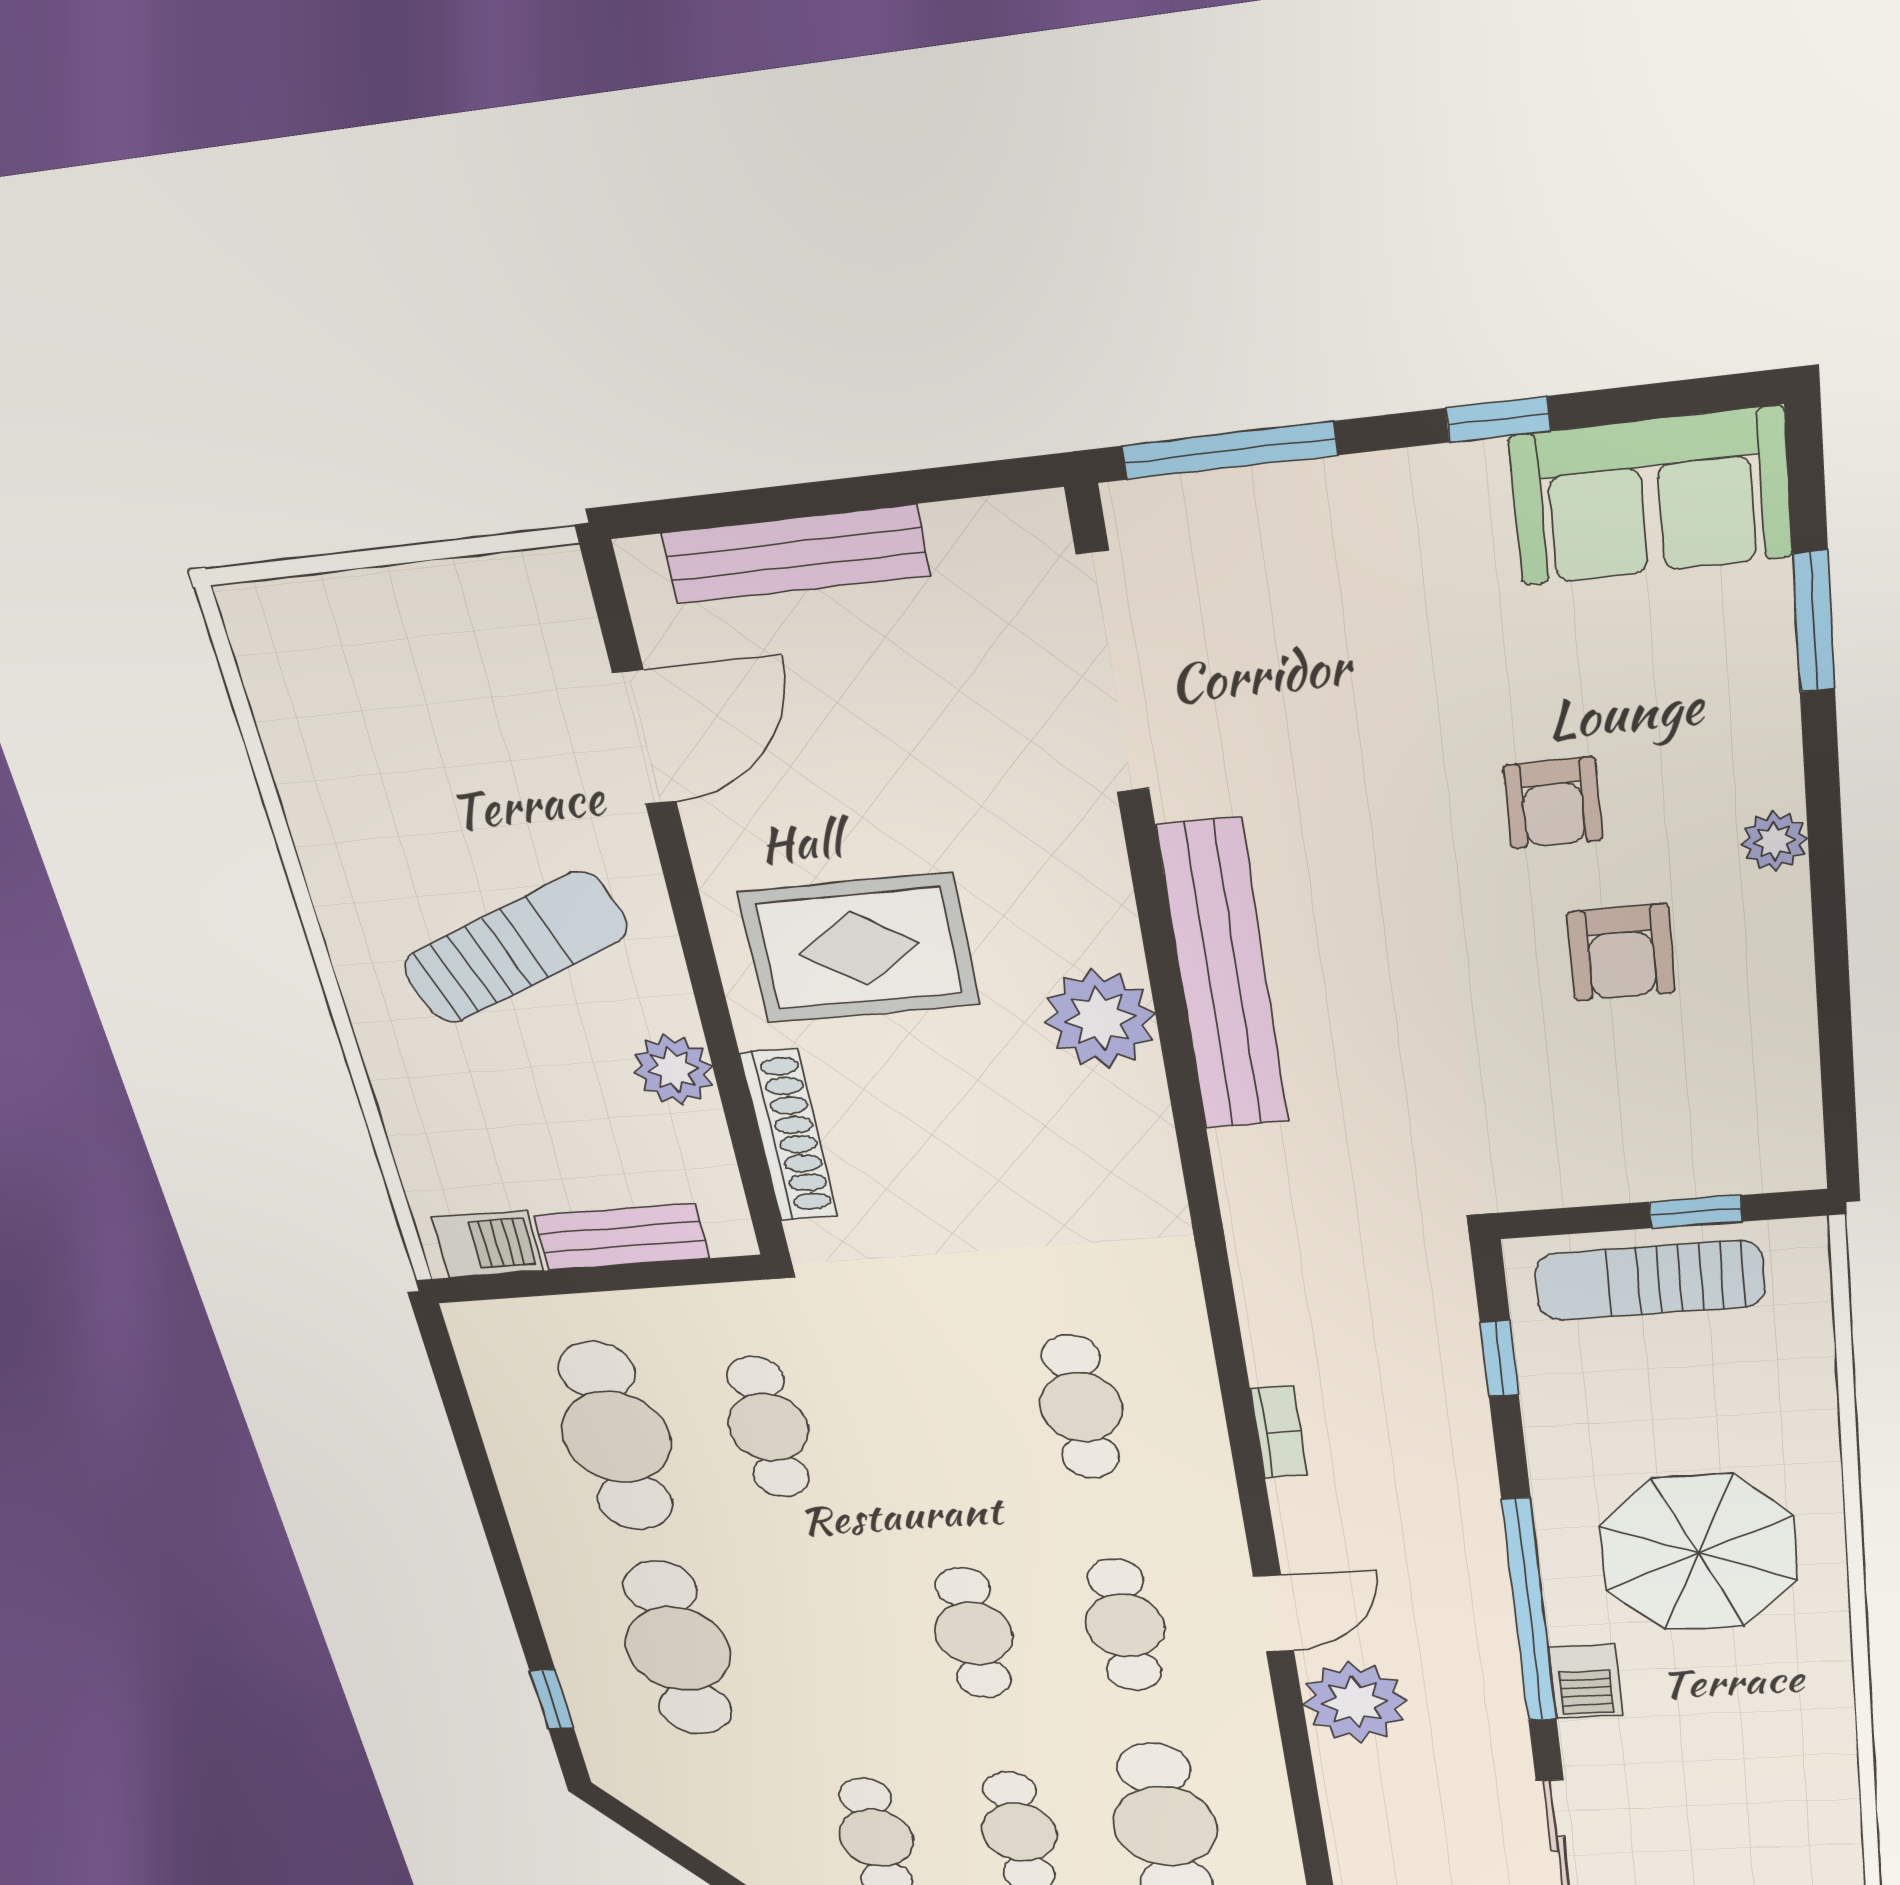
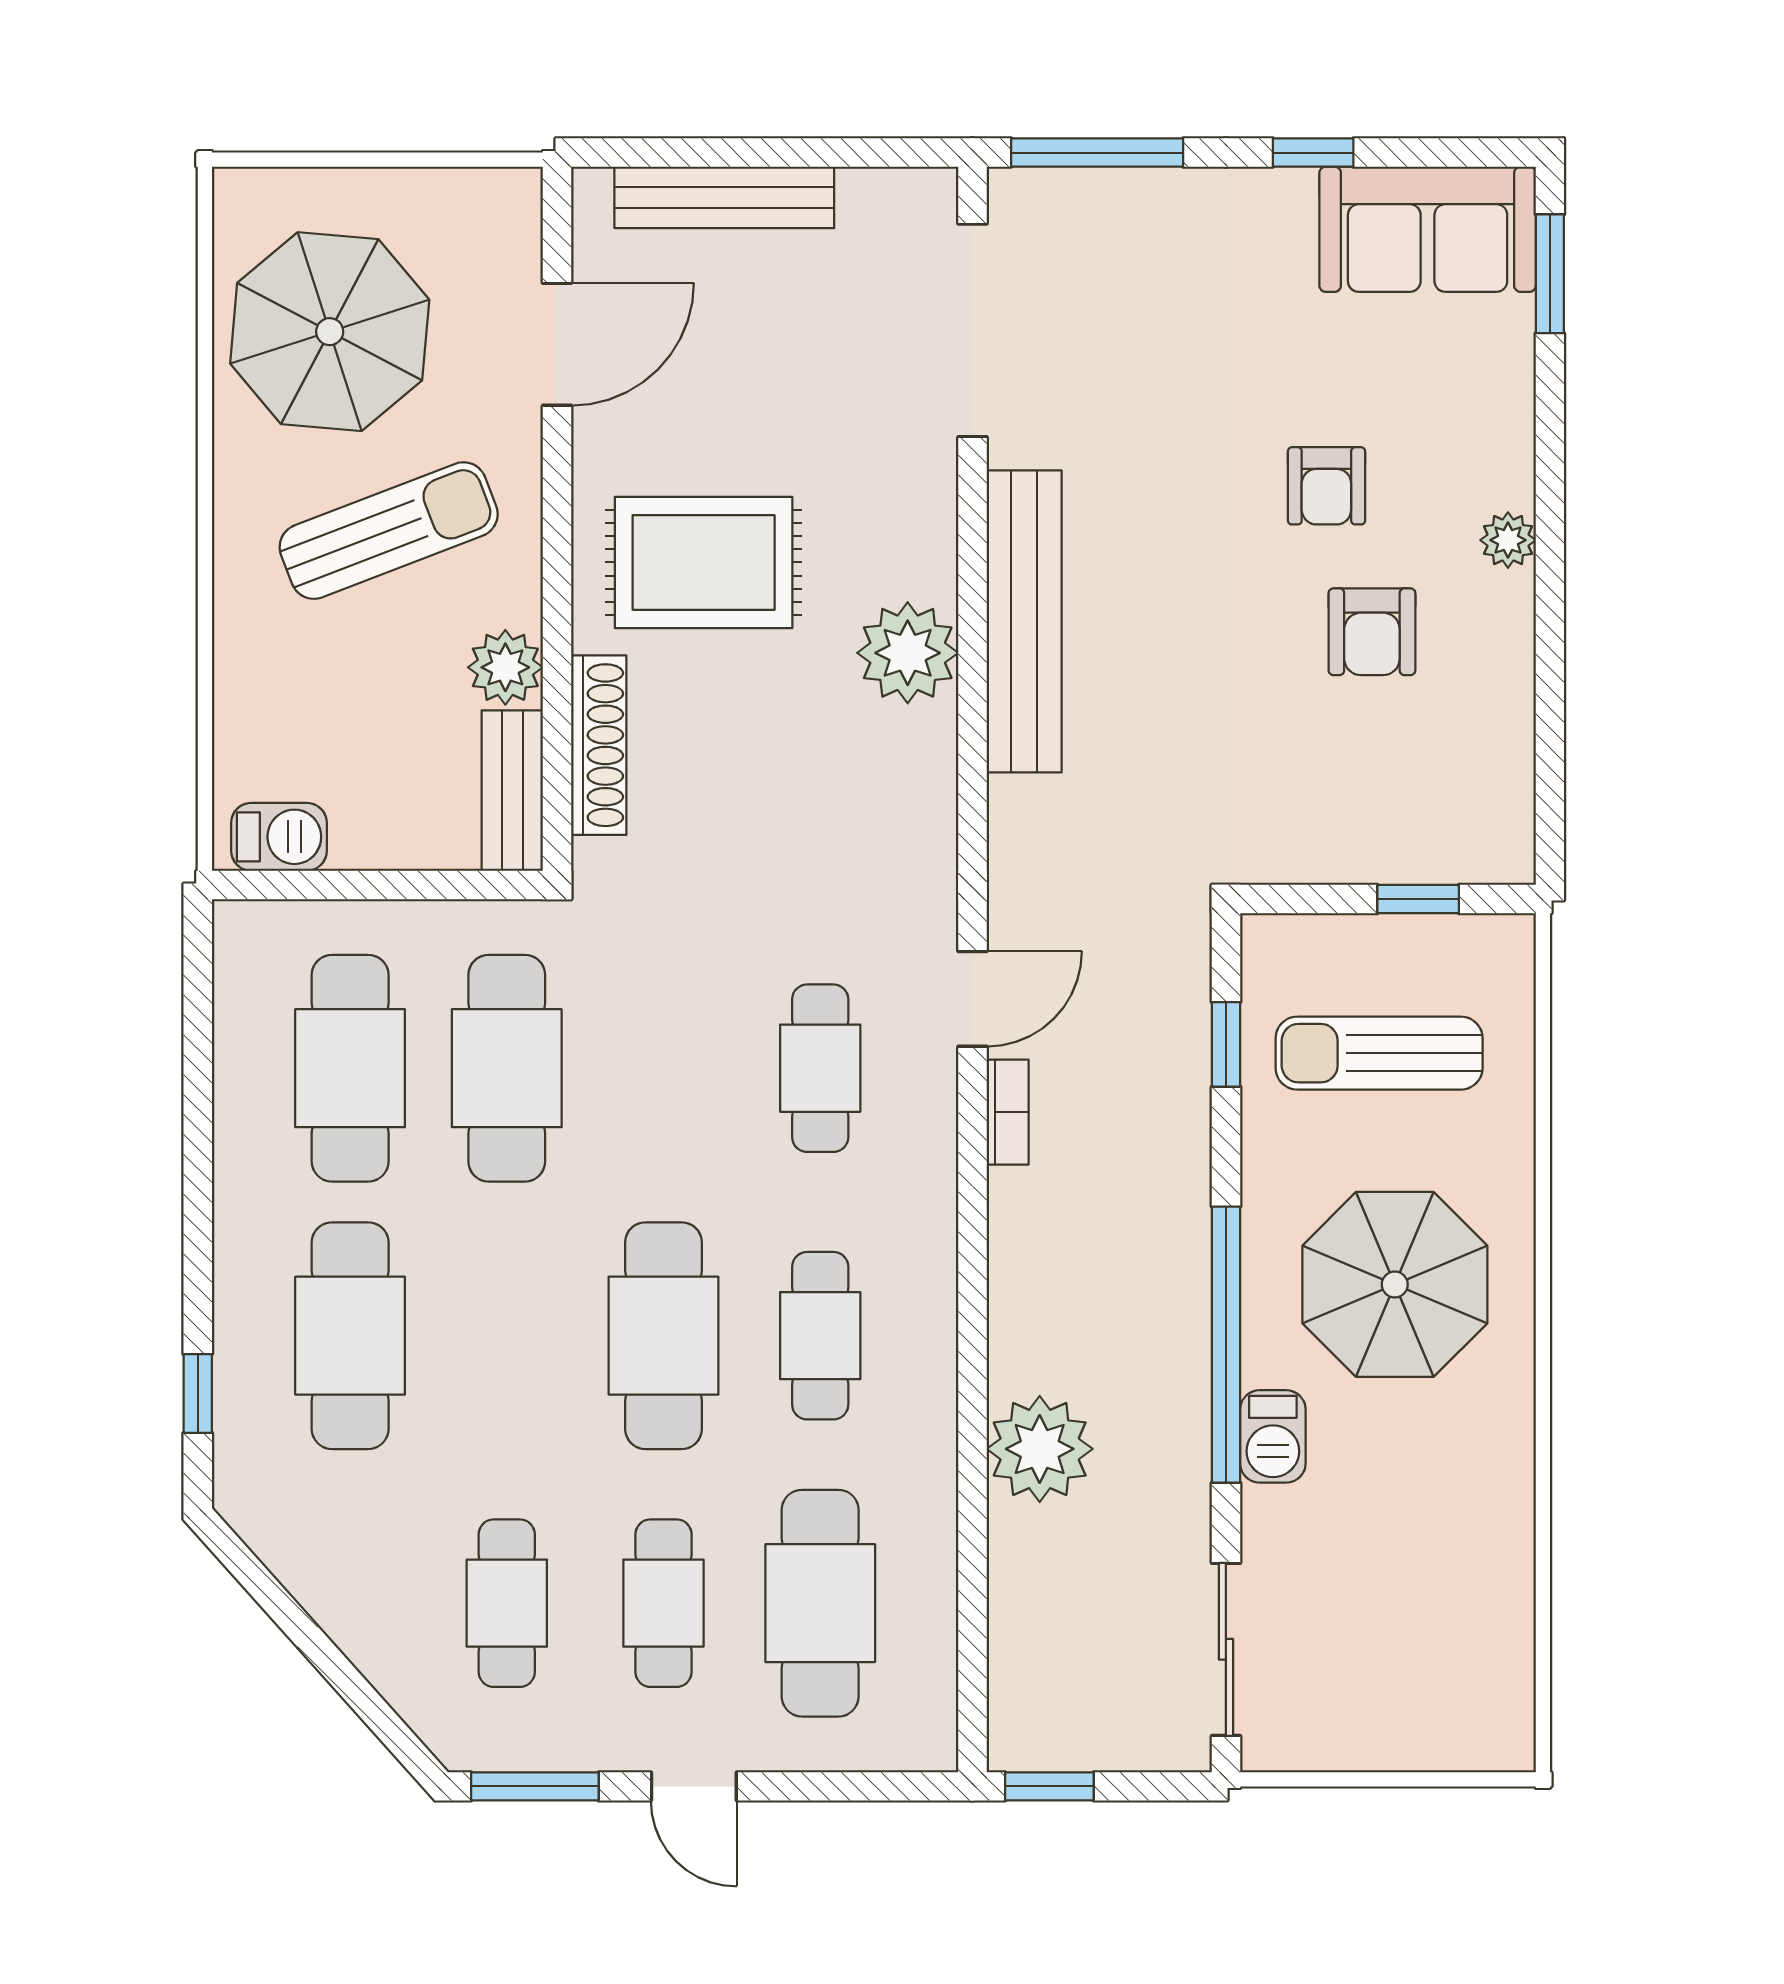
window: (1814, 622) -> (1550, 274), moved
parasol: (393, 750) -> (330, 332), added
bench: (622, 1237) -> (512, 791), moved, turned 90
sun lounger: (1650, 1280) -> (1379, 1053), moved
cafe table: (768, 1427) -> (507, 1068), width x1.37, depth x1.35
door: (1274, 1614) -> (972, 999), moved
cafe table: (973, 1633) -> (663, 1336), width x1.37, depth x1.35

